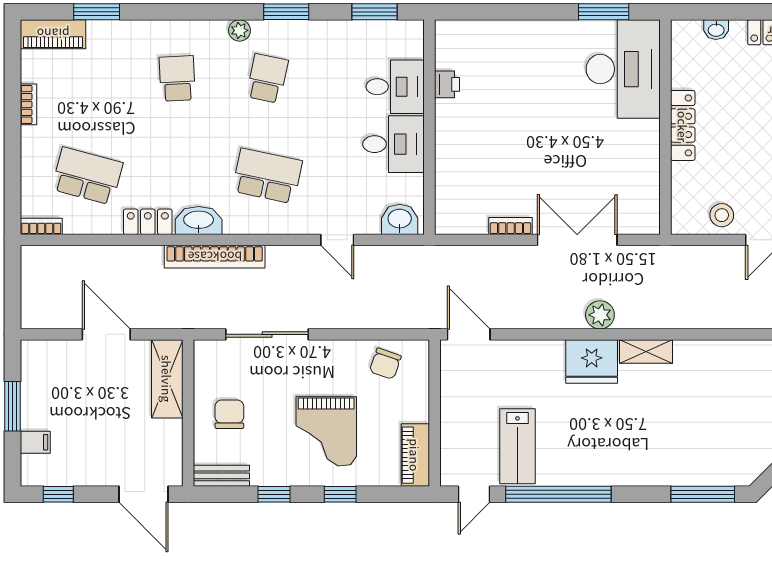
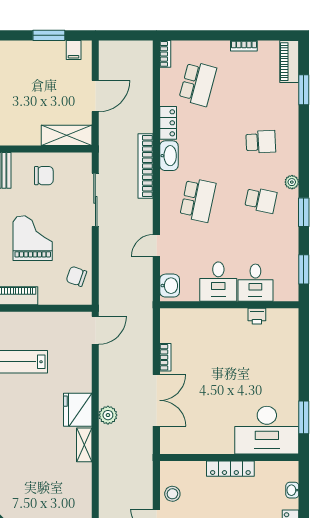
grand piano: (326, 431) -> (33, 238), turned 90
filing cabinet: (35, 442) -> (74, 50), moved

